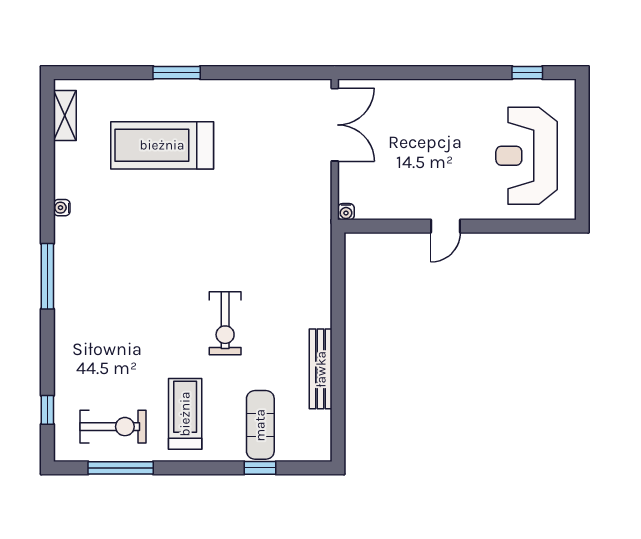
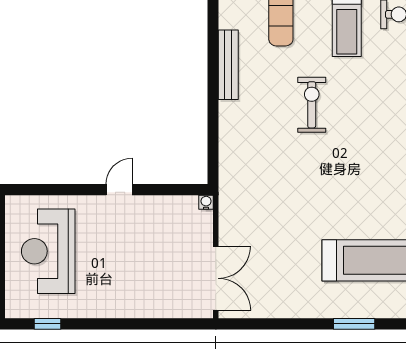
double door: (335, 125) -> (216, 278), swing flipped
reception desk: (527, 156) -> (48, 251), turned 180

